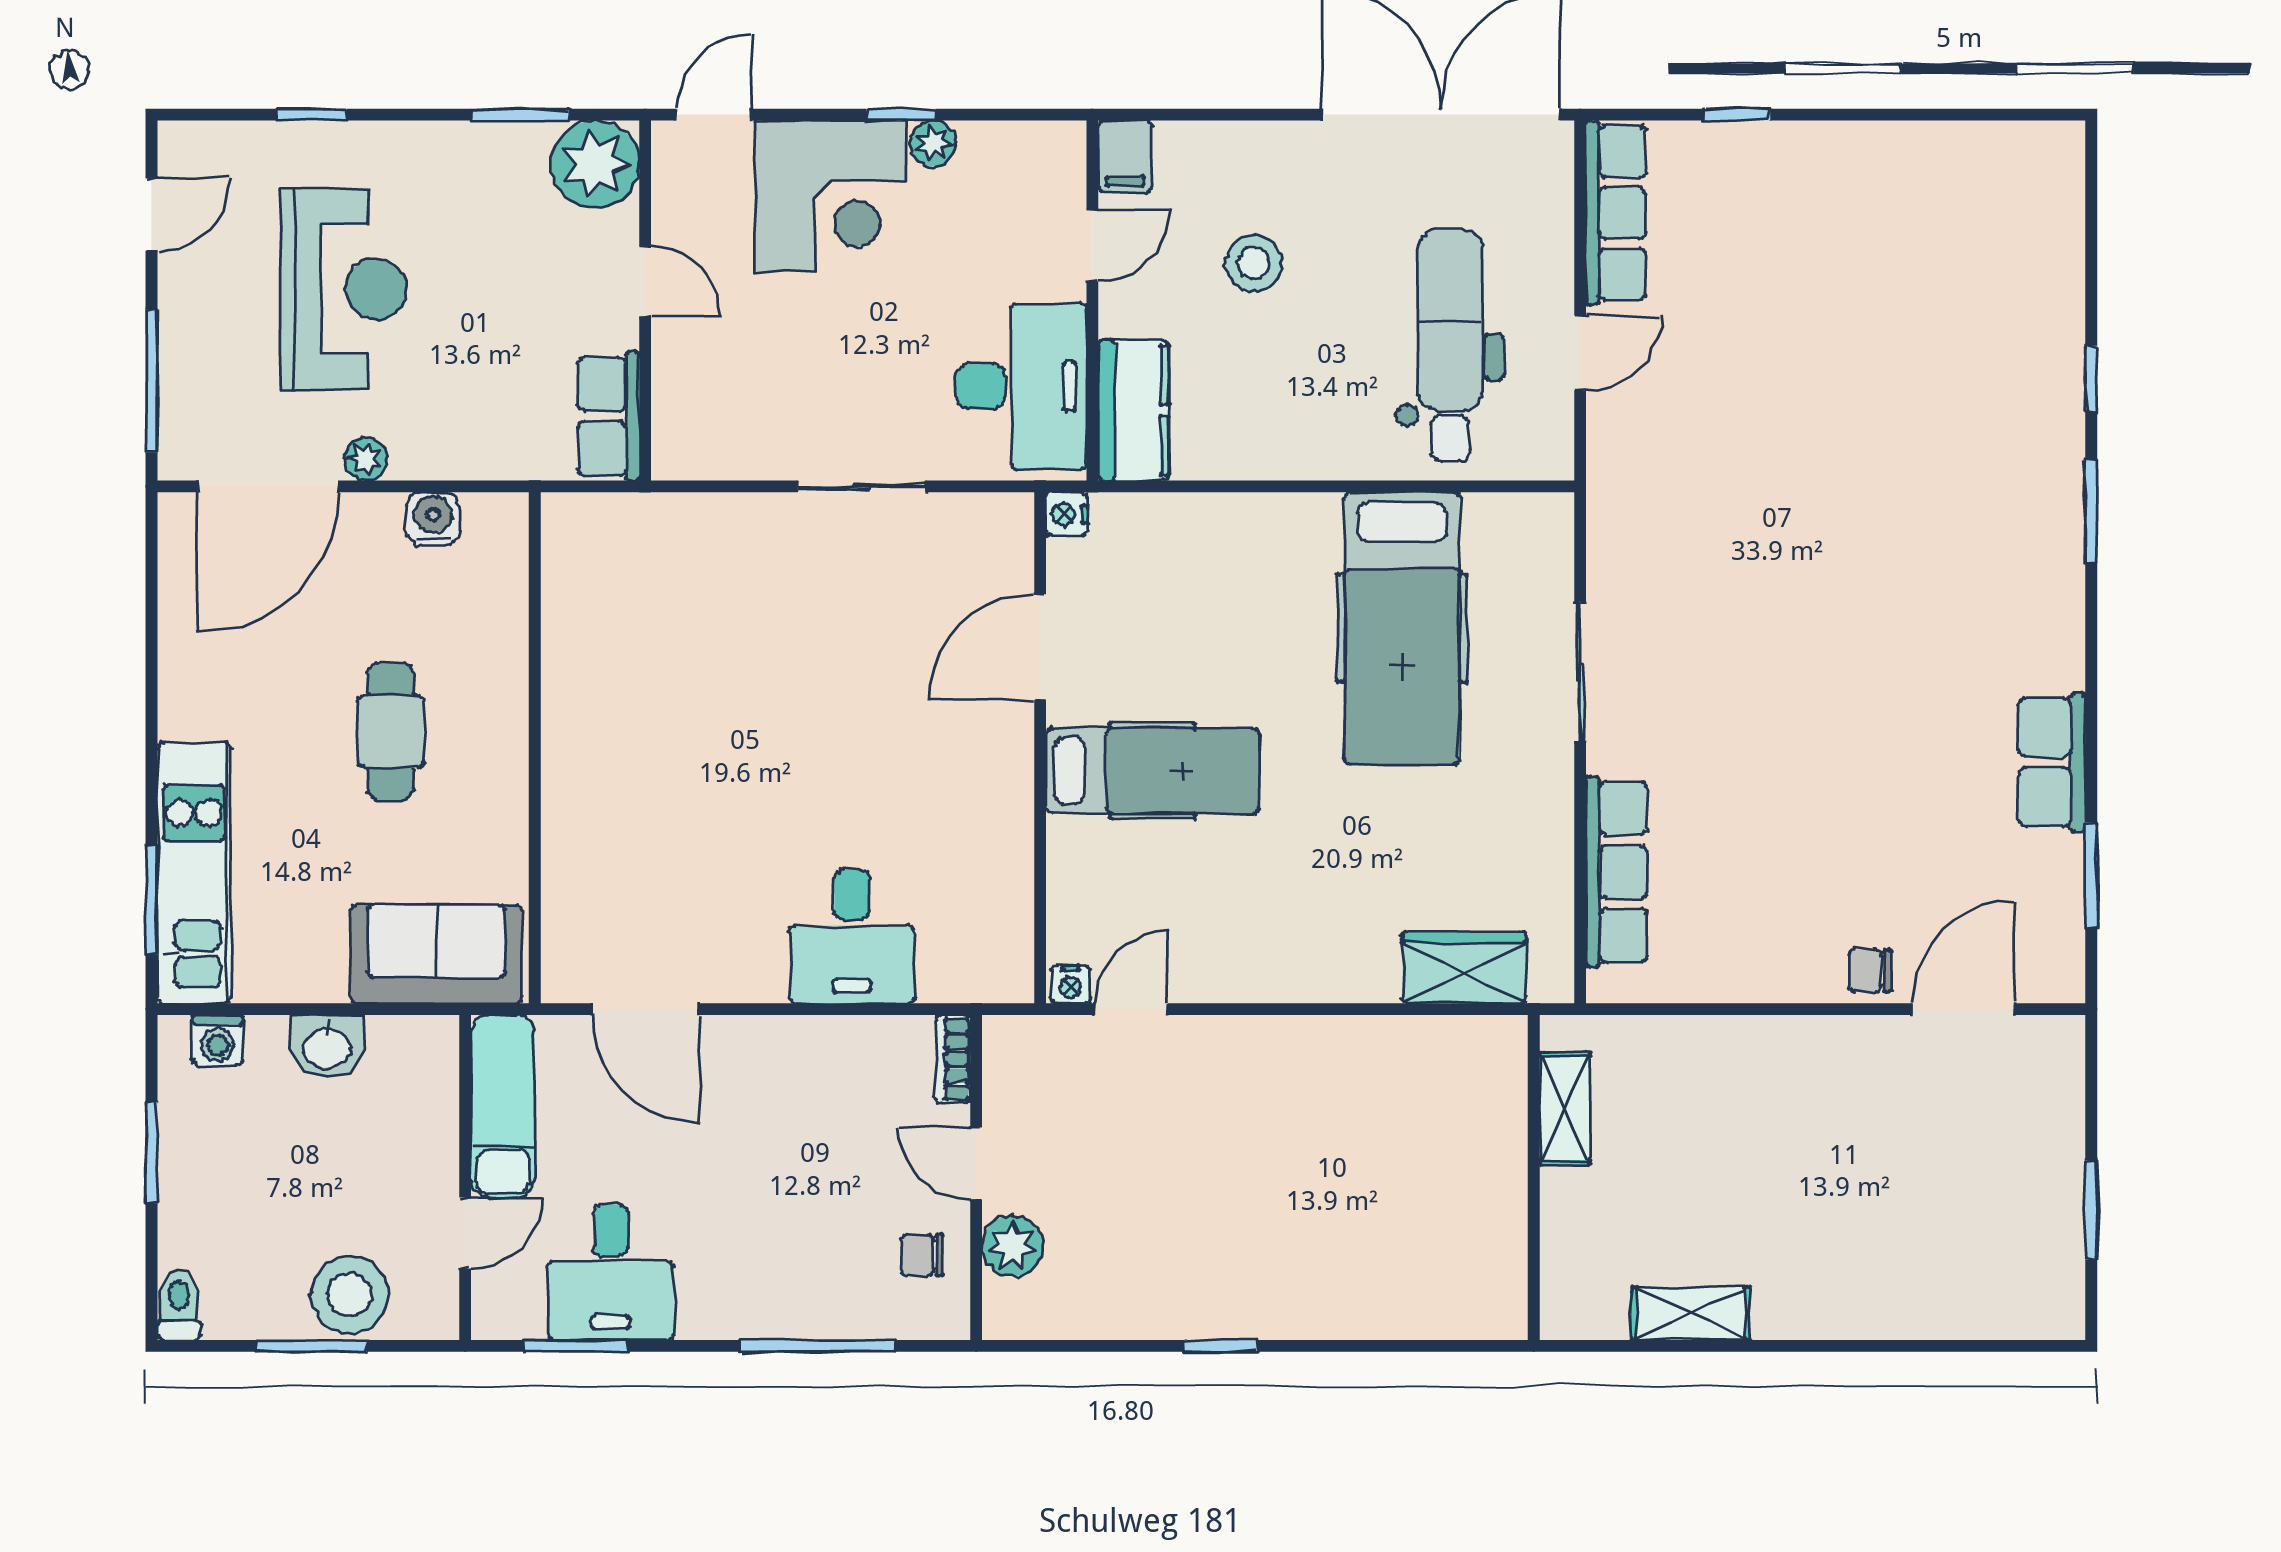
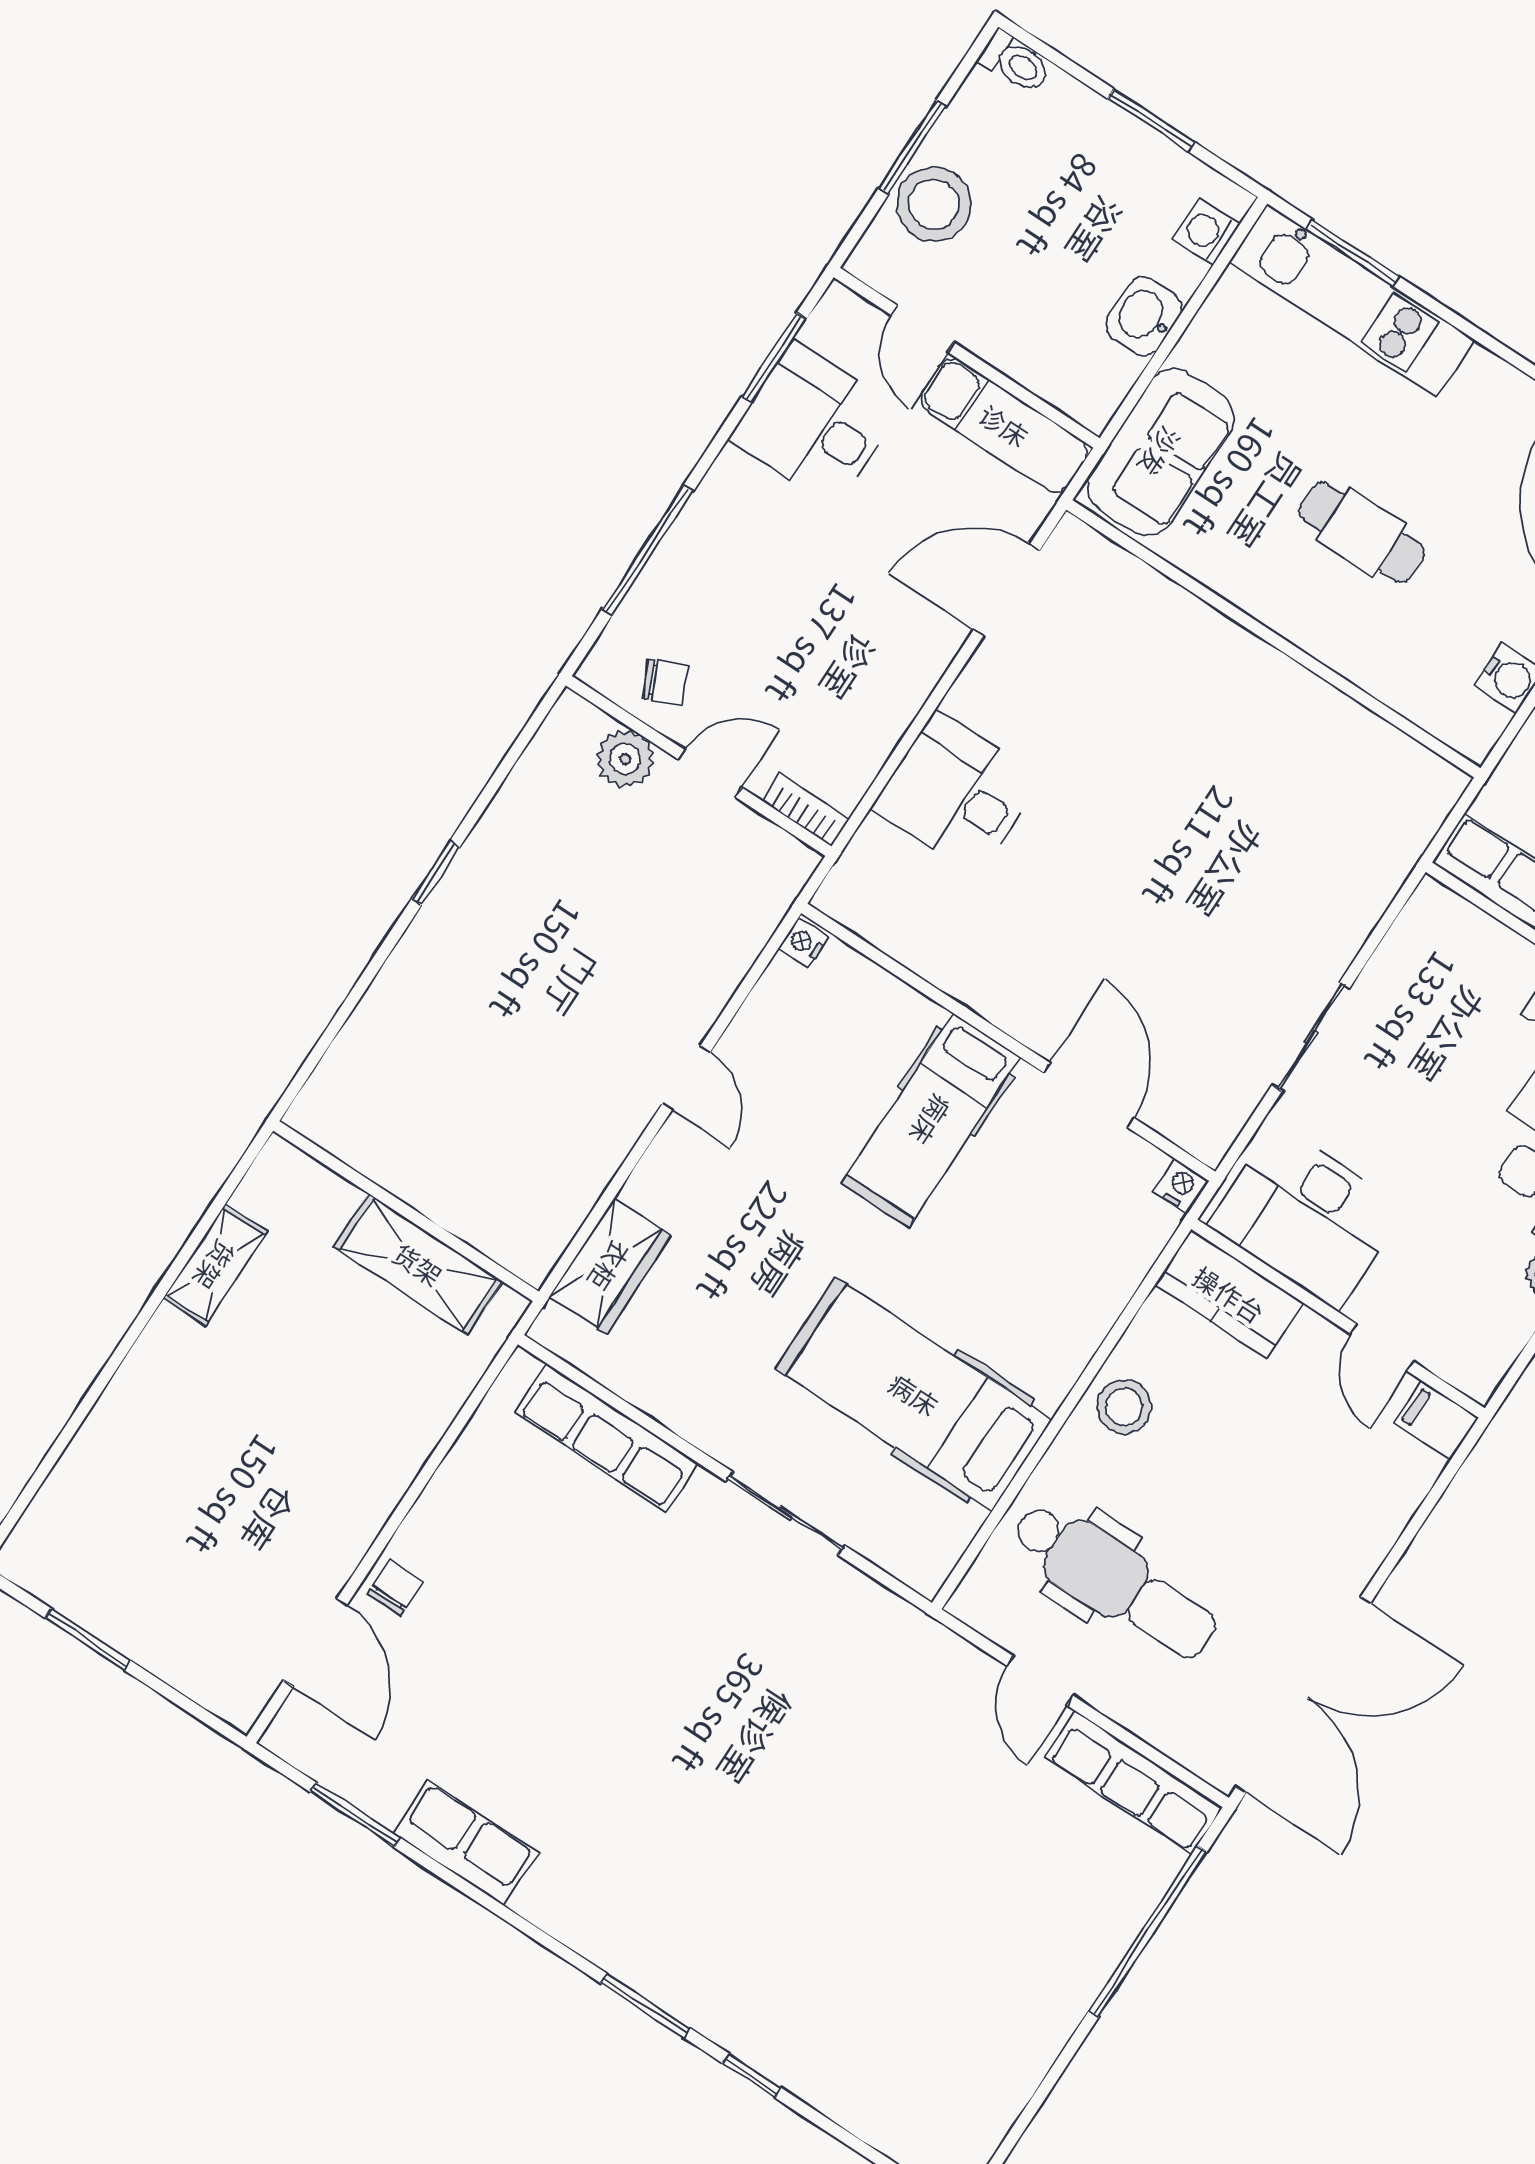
window: (1738, 115) -> (1148, 1931), width x3.17
stool: (1254, 263) -> (1124, 1407), moved
door: (1131, 1009) -> (686, 1078), moved
shelving: (1565, 1108) -> (418, 1264), width x1.50, depth x1.33
chair: (922, 1255) -> (665, 682), turned 66

